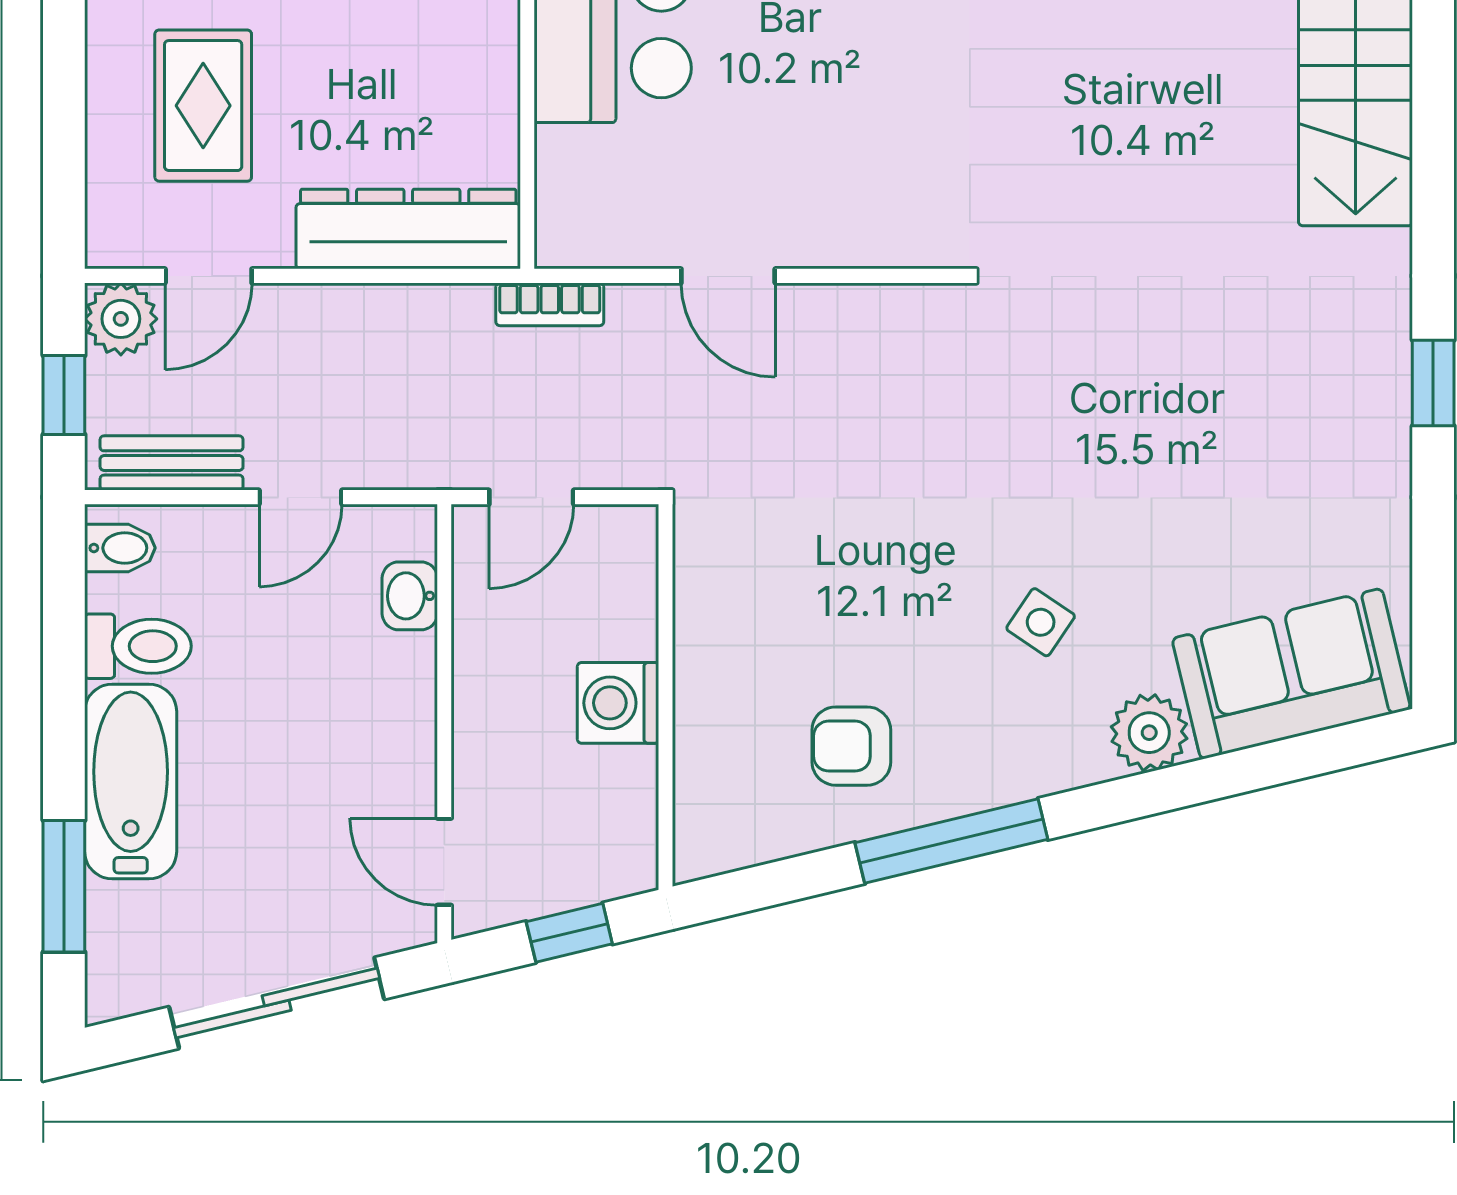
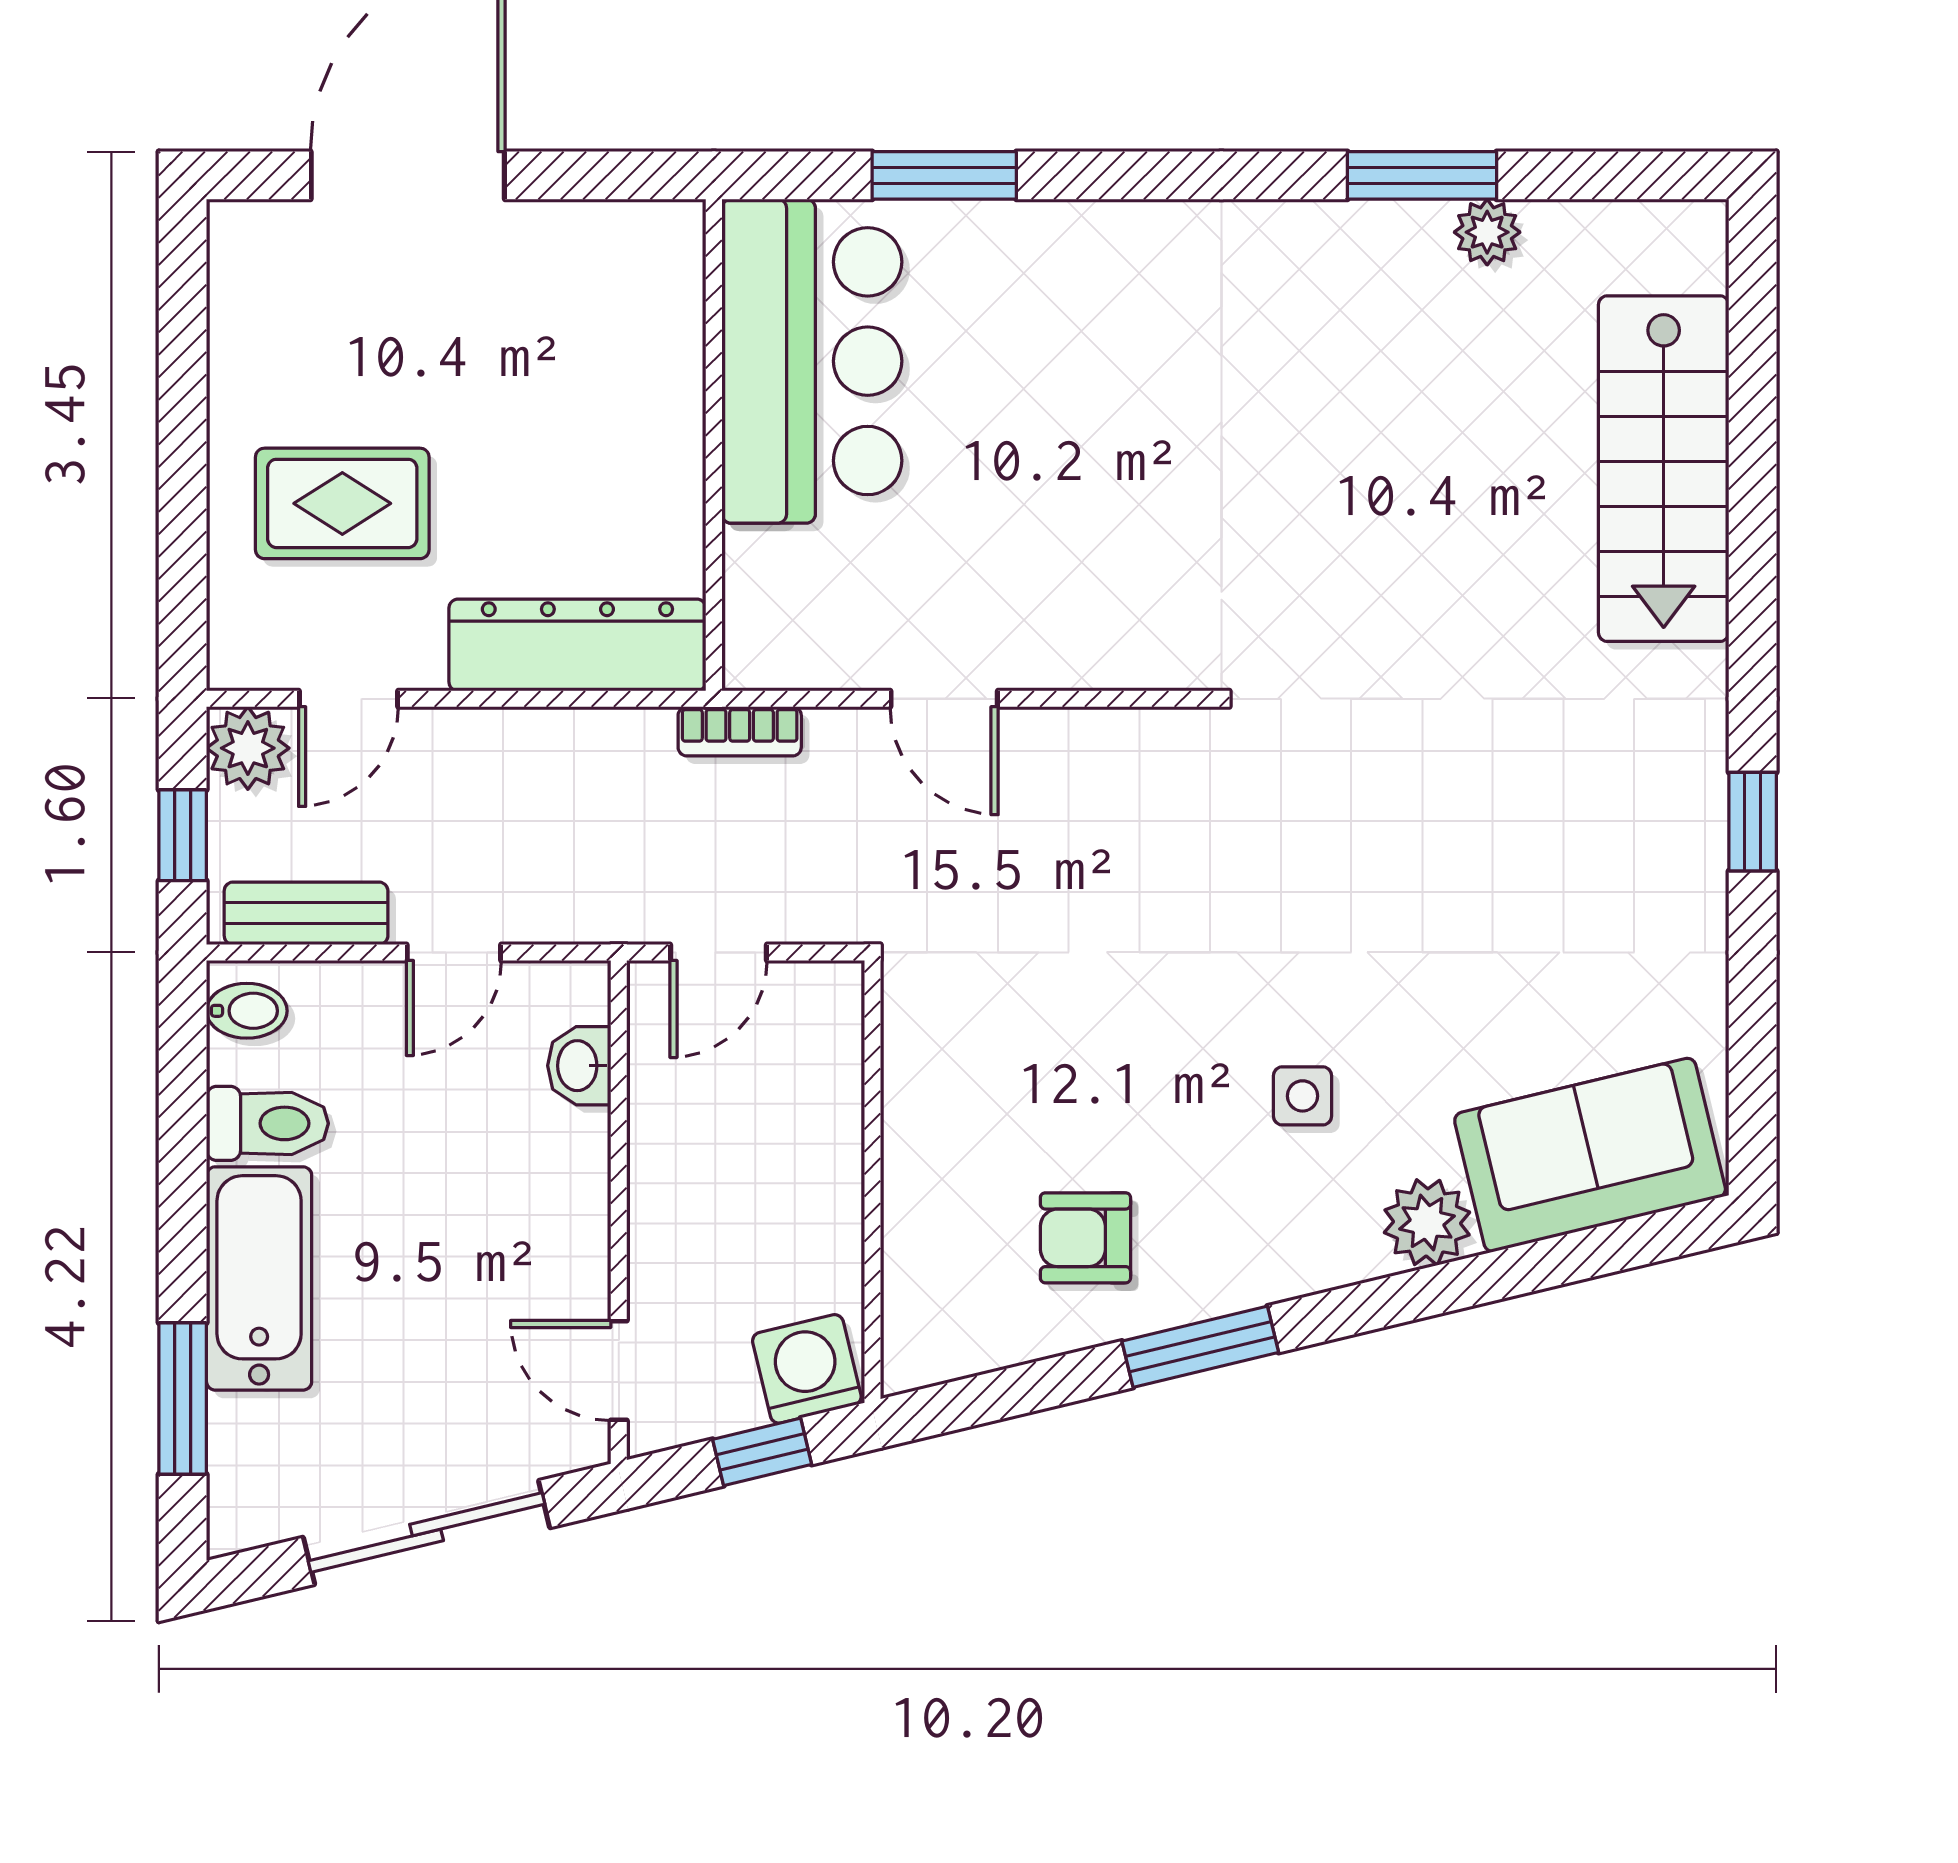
rug: (203, 106) -> (342, 503), turned 90
side table: (1041, 622) -> (1302, 1096), turned -34
washing machine: (618, 703) -> (807, 1369), moved, turned 76
window: (951, 841) -> (1200, 1347), width x0.69

